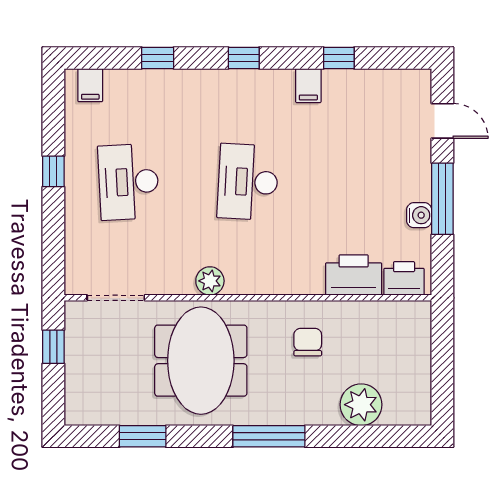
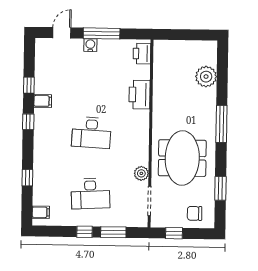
window: (244, 58) -> (28, 122), moved
water cooler: (419, 215) -> (90, 45), moved
window: (53, 228) -> (113, 232), added
printer: (354, 275) -> (140, 95), moved
plant: (210, 281) -> (141, 173), moved
chair: (308, 342) -> (195, 213), moved
meeting table: (201, 361) -> (182, 158), turned 90

